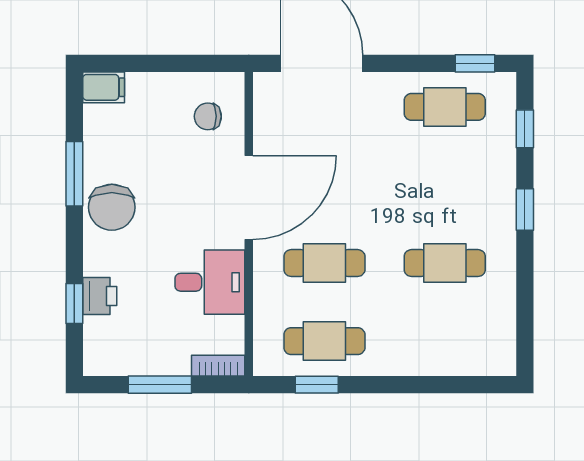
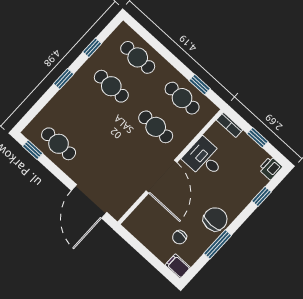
chair: (208, 116) -> (179, 237), moved, turned 90
window: (525, 129) -> (92, 48), moved
door: (249, 198) -> (161, 177), swing flipped
printer: (100, 296) -> (270, 168), moved
cafe table: (445, 341) -> (138, 57), added
window: (160, 385) -> (257, 138), width x0.67

